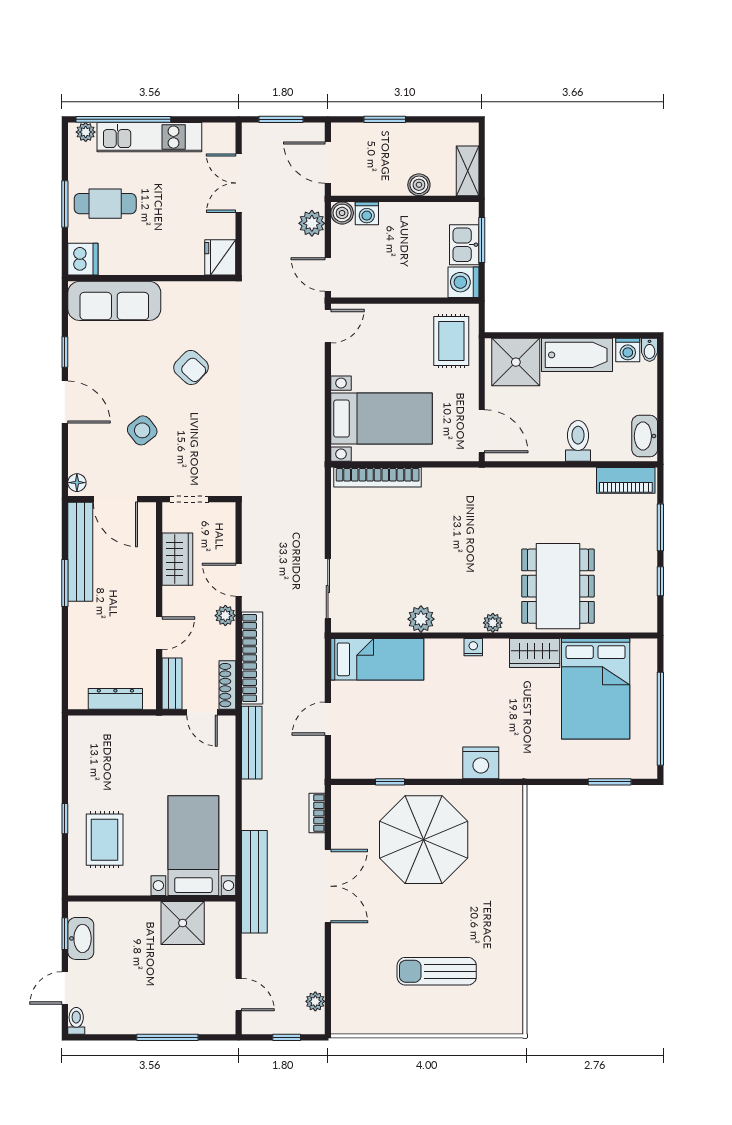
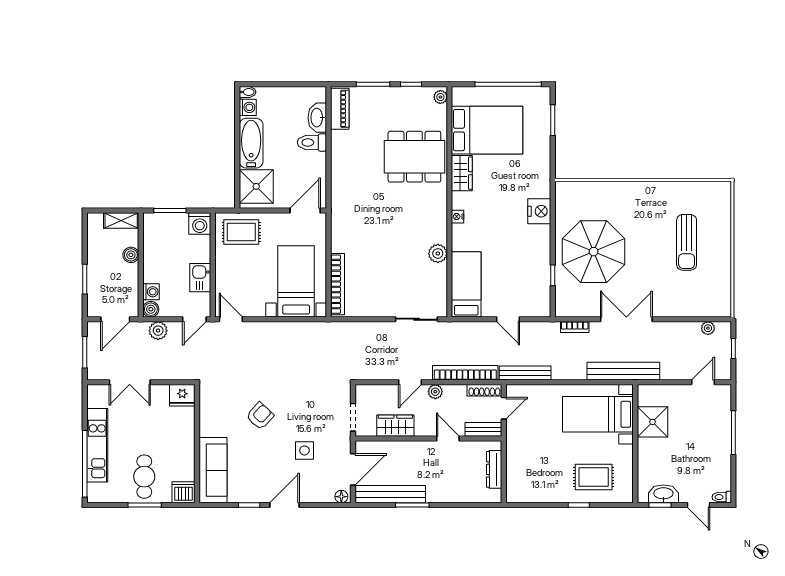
plant: (86, 132) -> (94, 490), removed
kitchen sink: (464, 245) -> (200, 278), moved, turned 90
side table: (142, 430) -> (304, 450), turned 38
washbasin: (645, 436) -> (317, 118), moved, turned 90
plant: (493, 623) -> (440, 97), moved

